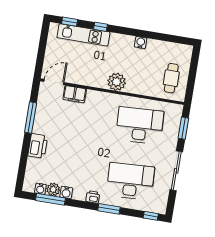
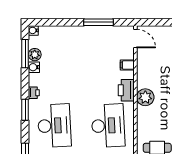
filing cabinet: (75, 94) -> (127, 65), width x0.50
printer: (38, 146) -> (126, 90), moved, turned 90
water cooler: (40, 189) -> (33, 30), moved

